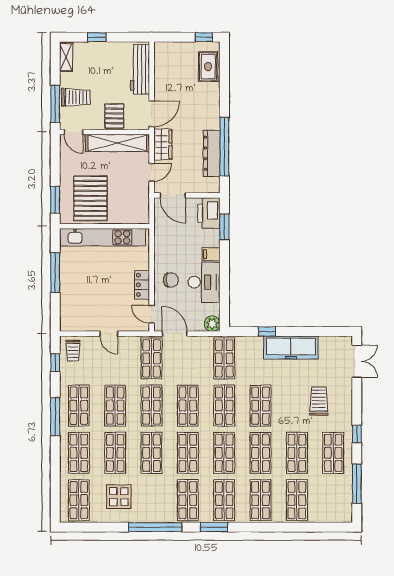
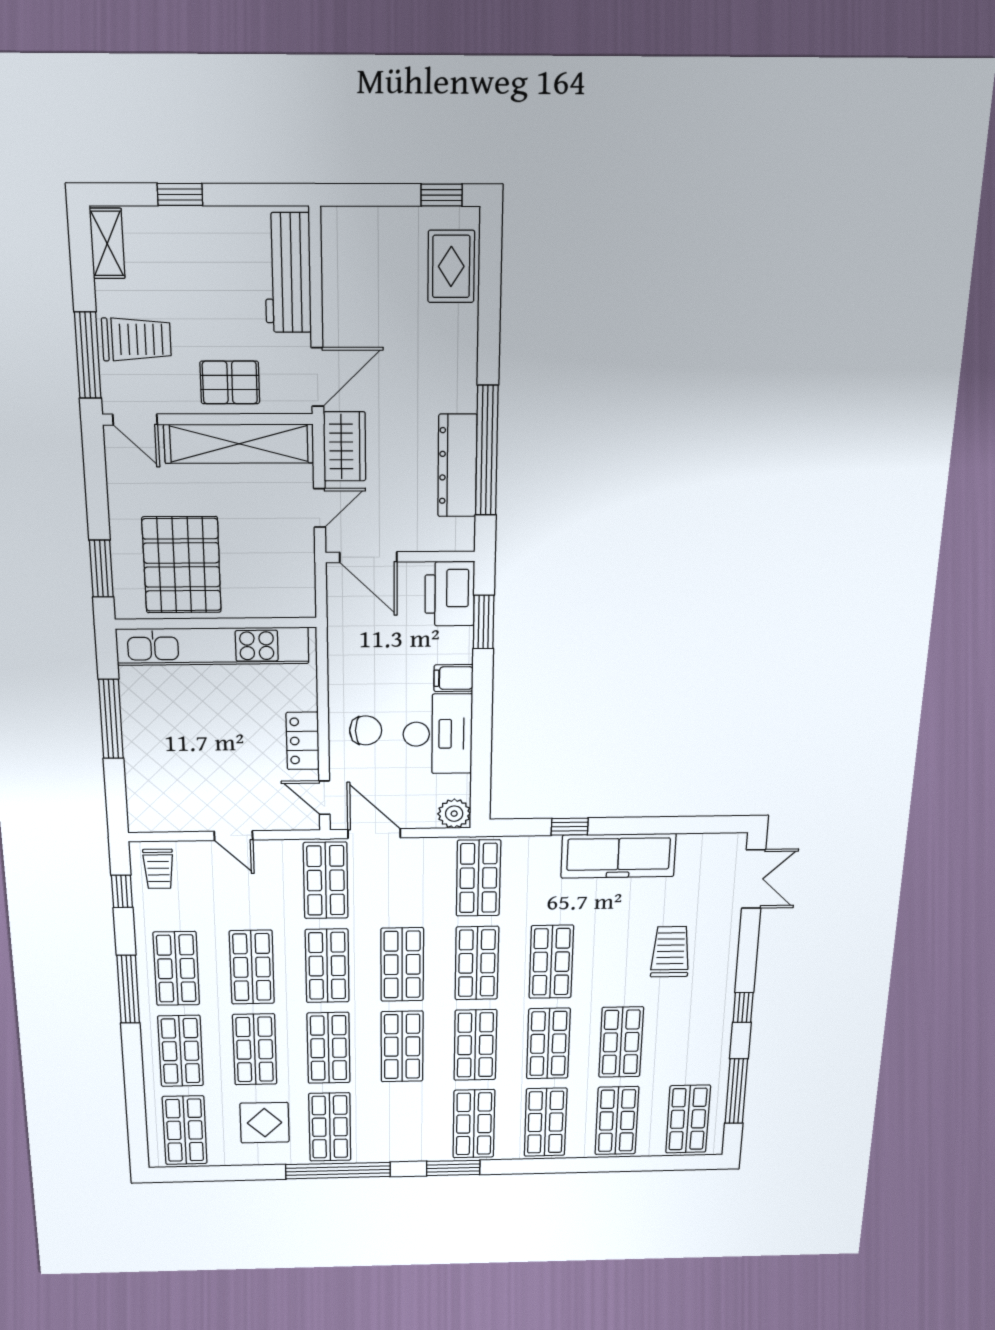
pallet: (114, 116) -> (230, 382), turned 90
shop shelf: (333, 453) -> (688, 1119), moved
shop shelf: (188, 500) -> (330, 1127), moved

